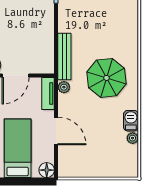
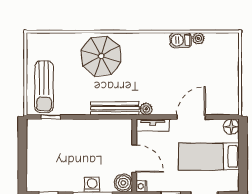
parasol: (106, 78) -> (101, 56), moved

